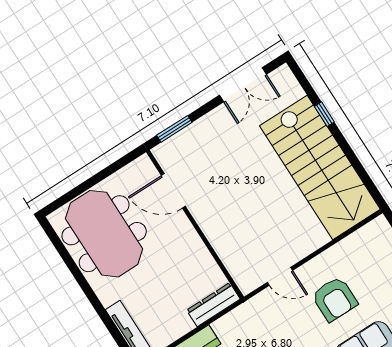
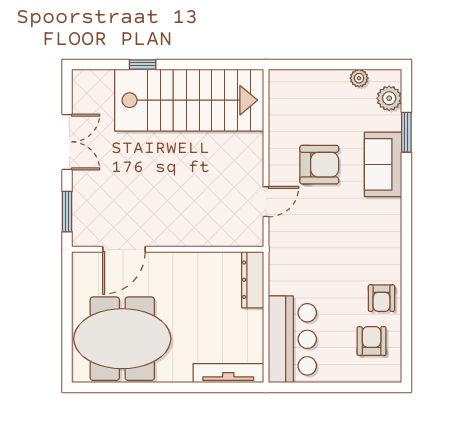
double door: (243, 85) -> (67, 142), moved

